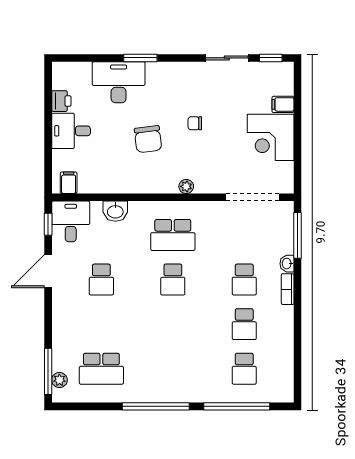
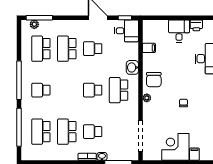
chair: (148, 139) -> (154, 80), moved, turned -83
filing cabinet: (69, 183) -> (149, 48), moved
washbasin: (115, 211) -> (132, 67), moved
school desk: (101, 324) -> (67, 49), added
school desk: (244, 324) -> (67, 132), width x1.85
school desk: (173, 369) -> (41, 90), added
school desk: (244, 369) -> (41, 132), width x1.85

